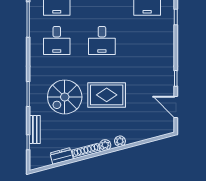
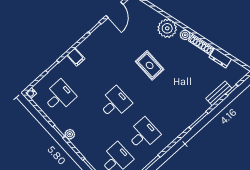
filing cabinet: (166, 43) -> (76, 57), added
rug: (107, 95) -> (150, 65), width x0.73, depth x0.70
spiral stairs: (65, 97) -> (177, 93), removed
plant: (120, 141) -> (167, 28), width x1.87, depth x1.87

